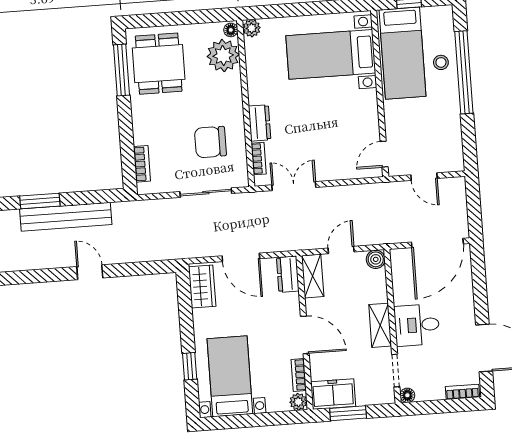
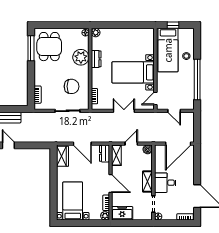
bed with nightstands: (331, 54) -> (133, 72), moved
plant: (223, 56) -> (81, 57), moved
window: (464, 72) -> (197, 79), moved
dresser: (260, 123) -> (96, 59), moved
chair: (210, 142) -> (72, 86), turned 180
double door: (294, 186) -> (124, 111), moved
window: (190, 366) -> (53, 195), removed
window: (348, 413) -> (129, 223), removed

